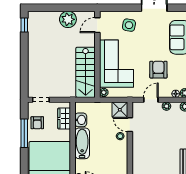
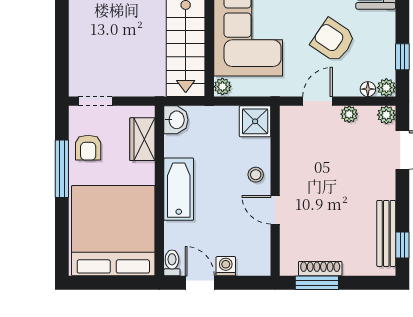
armchair: (158, 70) -> (333, 40), turned -56
washbasin: (81, 120) -> (176, 120), moved
door: (130, 125) -> (275, 210), moved

